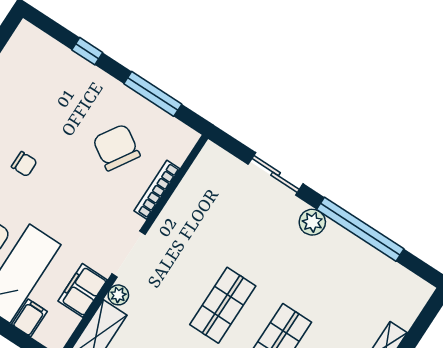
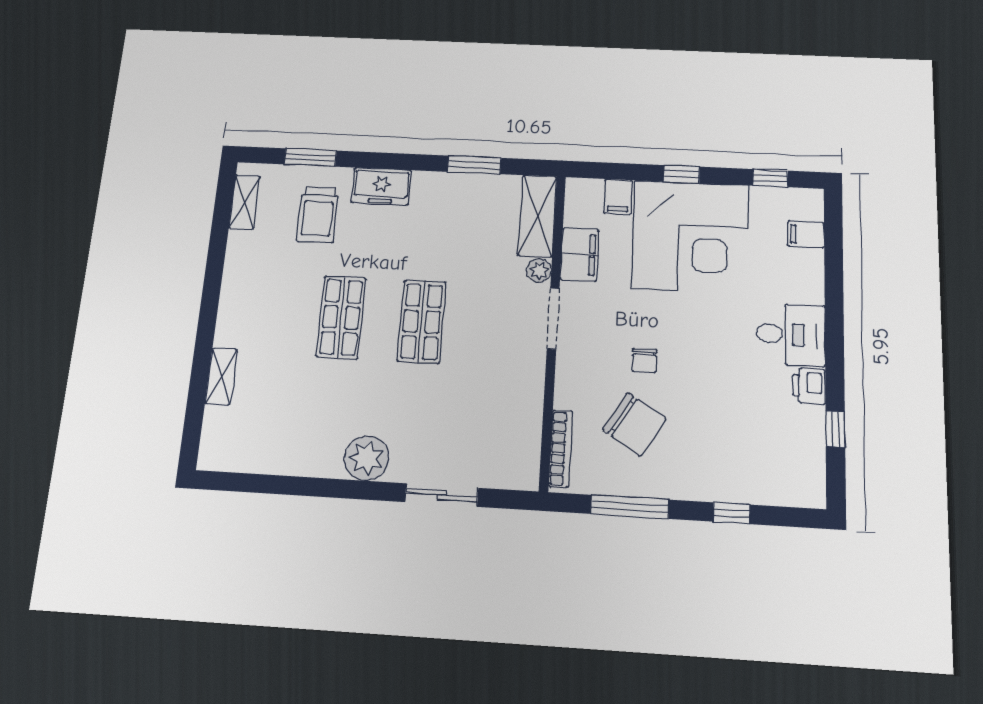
chair: (24, 164) -> (644, 361), moved, turned -90
bookcase: (157, 190) -> (561, 448), moved
plant: (312, 222) -> (366, 458), width x1.36, depth x1.36
window: (360, 229) -> (314, 487), removed

